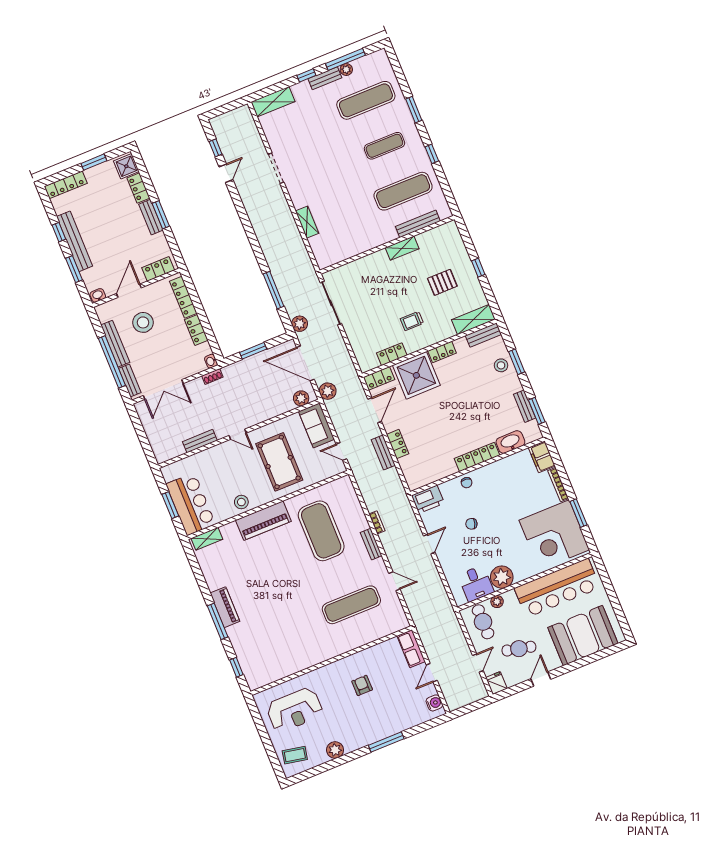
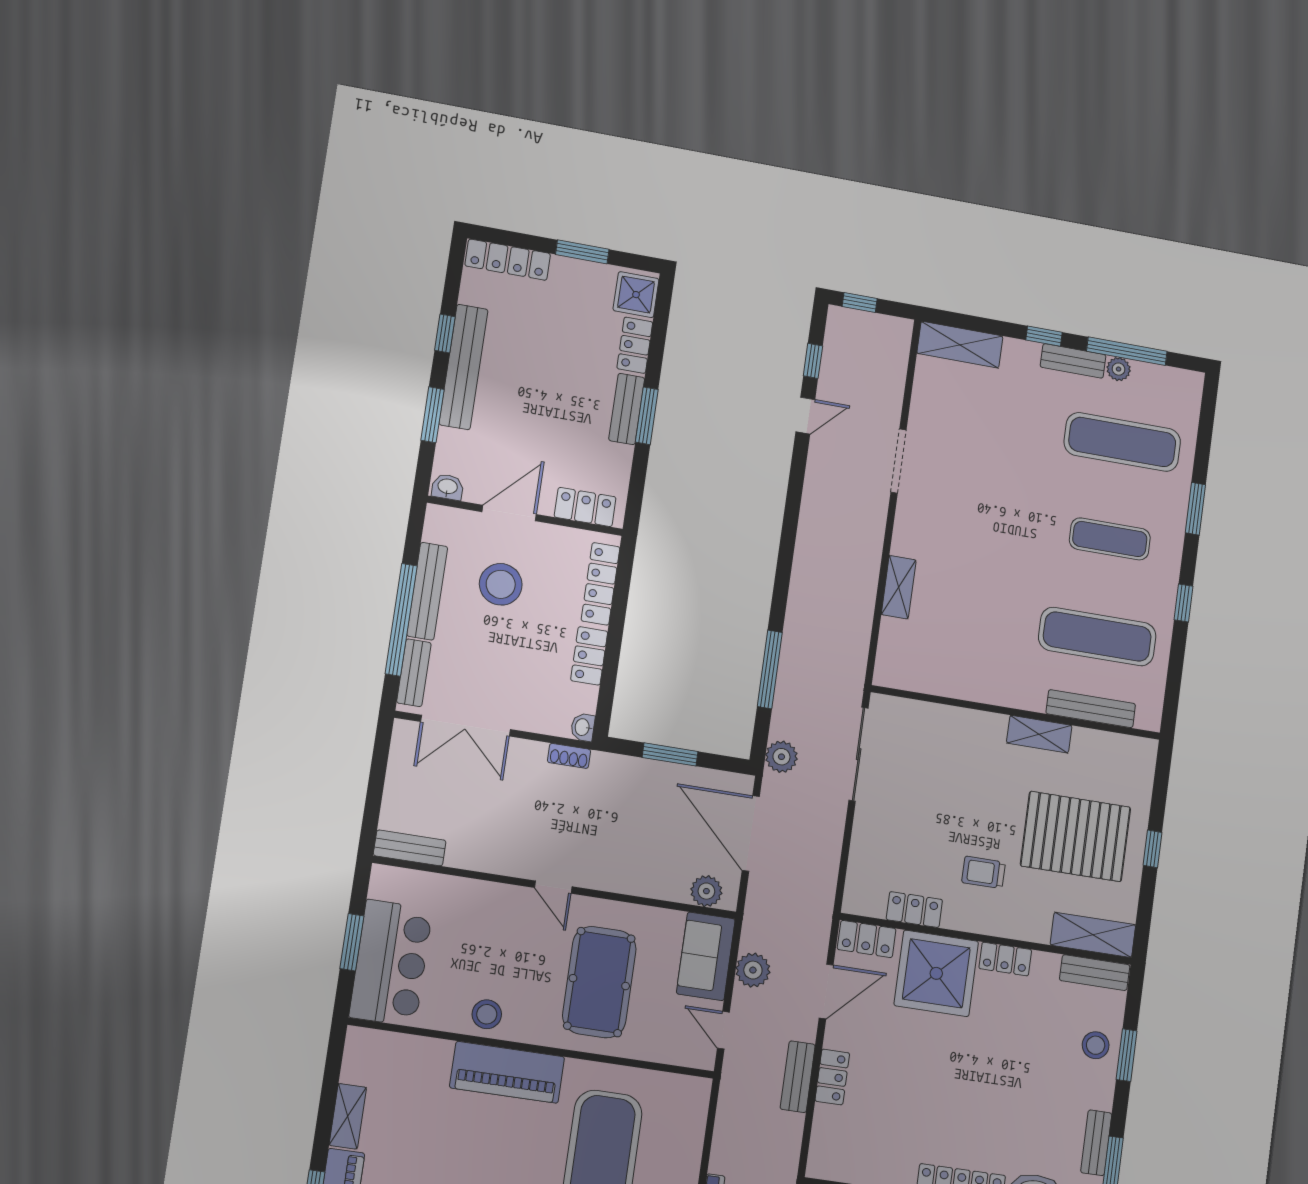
window: (220, 110) -> (860, 302), added
pallet: (442, 282) -> (1076, 836), width x2.05, depth x2.00
plant: (328, 391) -> (753, 970), moved
bench: (200, 441) -> (410, 848), moved
shelving: (207, 539) -> (348, 1116), moved, turned 90

